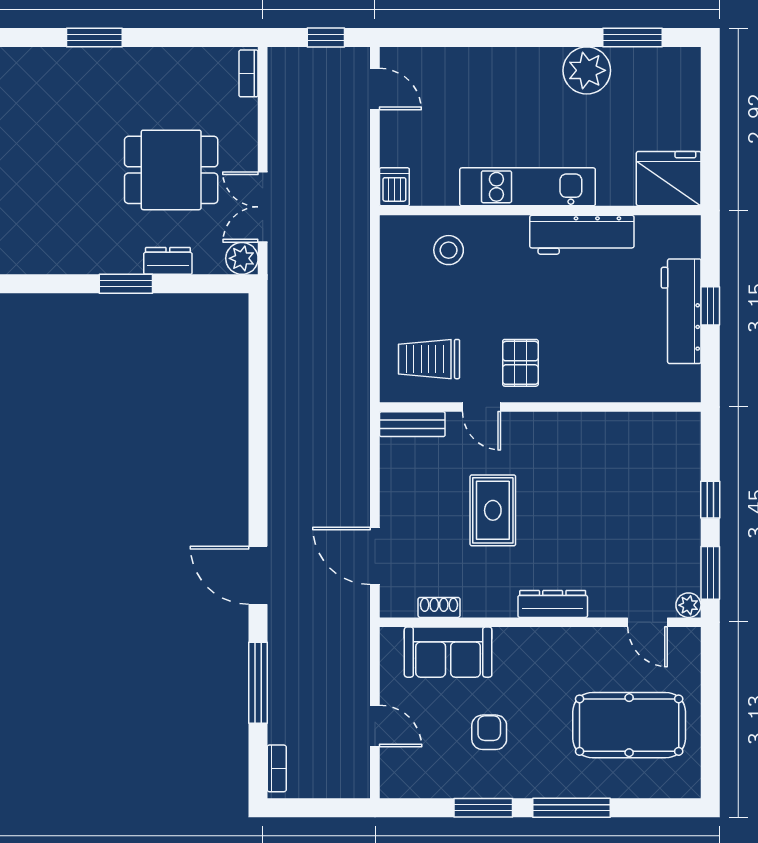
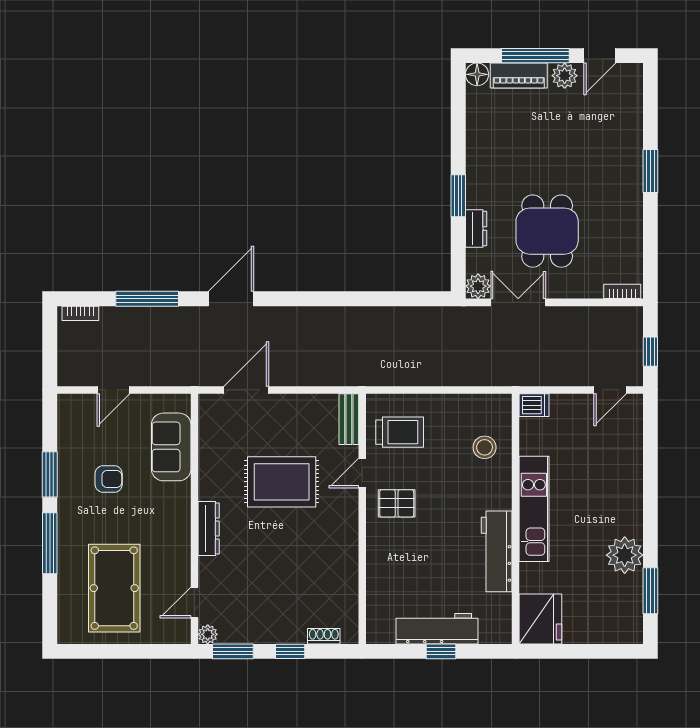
trolley: (429, 359) -> (400, 432), turned 90
rug: (493, 510) -> (282, 482), width x1.36, depth x1.43
shoe rack: (439, 607) -> (324, 636), moved, turned -90

